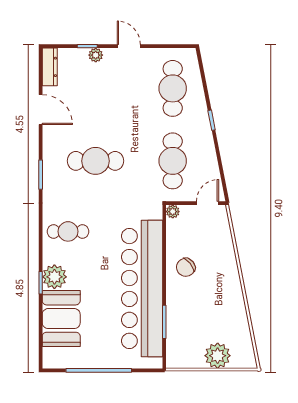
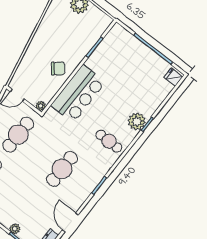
cafe table: (95, 161) -> (62, 169), turned 90
bar counter: (142, 288) -> (78, 94), width x0.54
booth: (61, 319) -> (151, 95), removed
fridge: (52, 357) -> (173, 77), added

